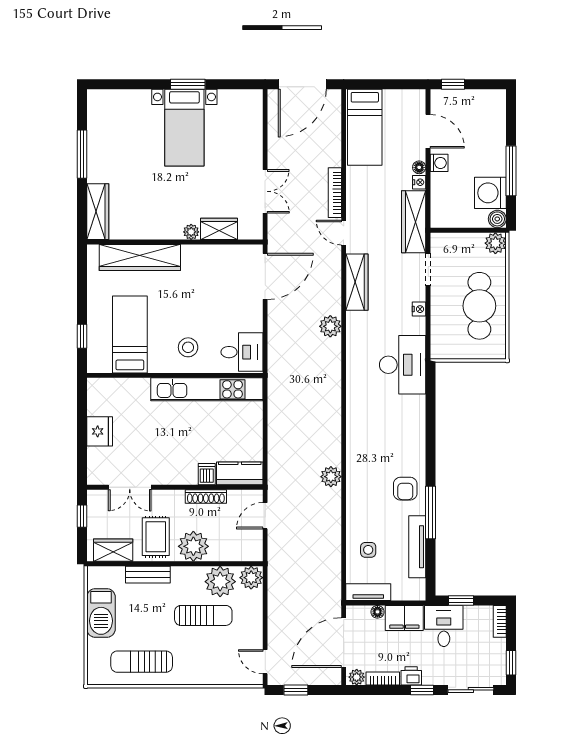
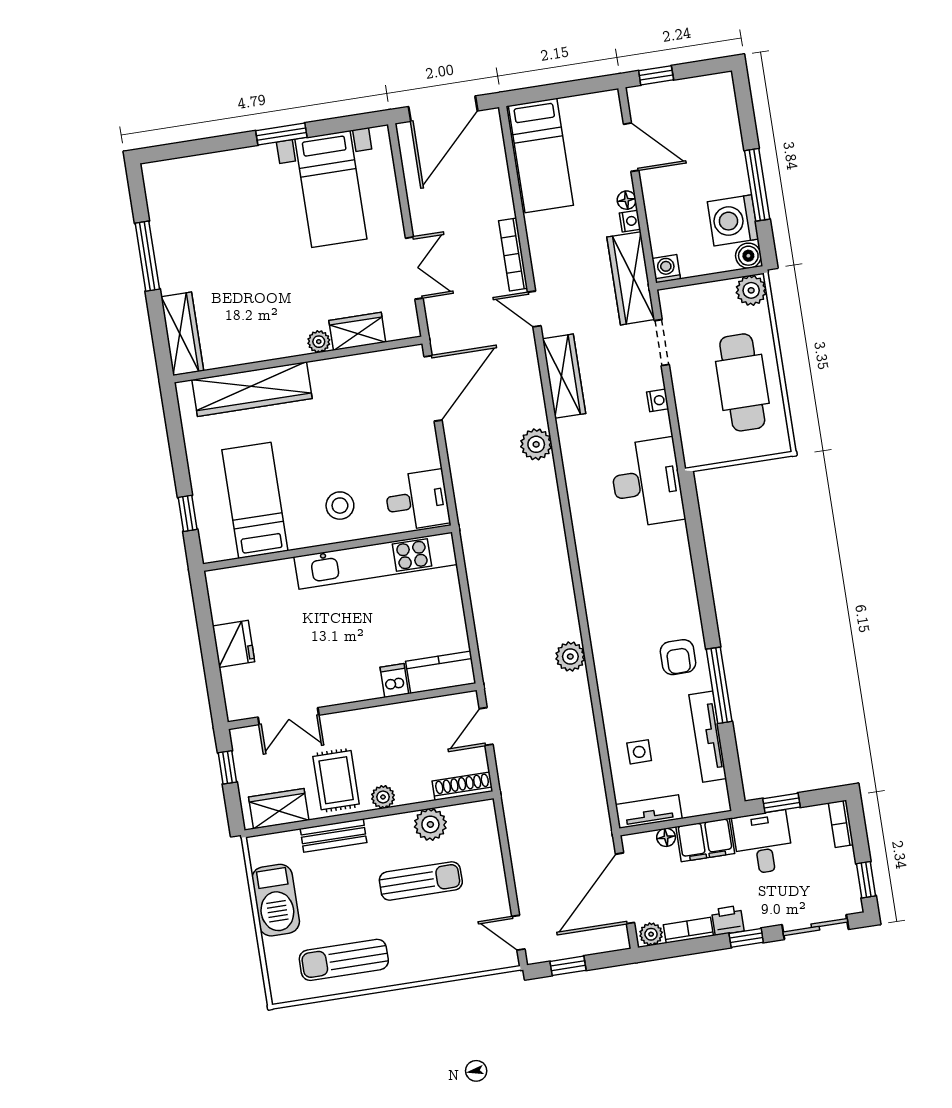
bed with nightstands: (184, 128) -> (331, 189), moved
washing machine: (439, 163) -> (666, 269), moved, turned -90
shoe rack: (206, 497) -> (462, 786), moved, turned 180
plant: (193, 546) -> (383, 797), width x0.53, depth x0.53
plant: (251, 578) -> (480, 817), removed
plant: (220, 582) -> (430, 824), width x0.73, depth x0.73

